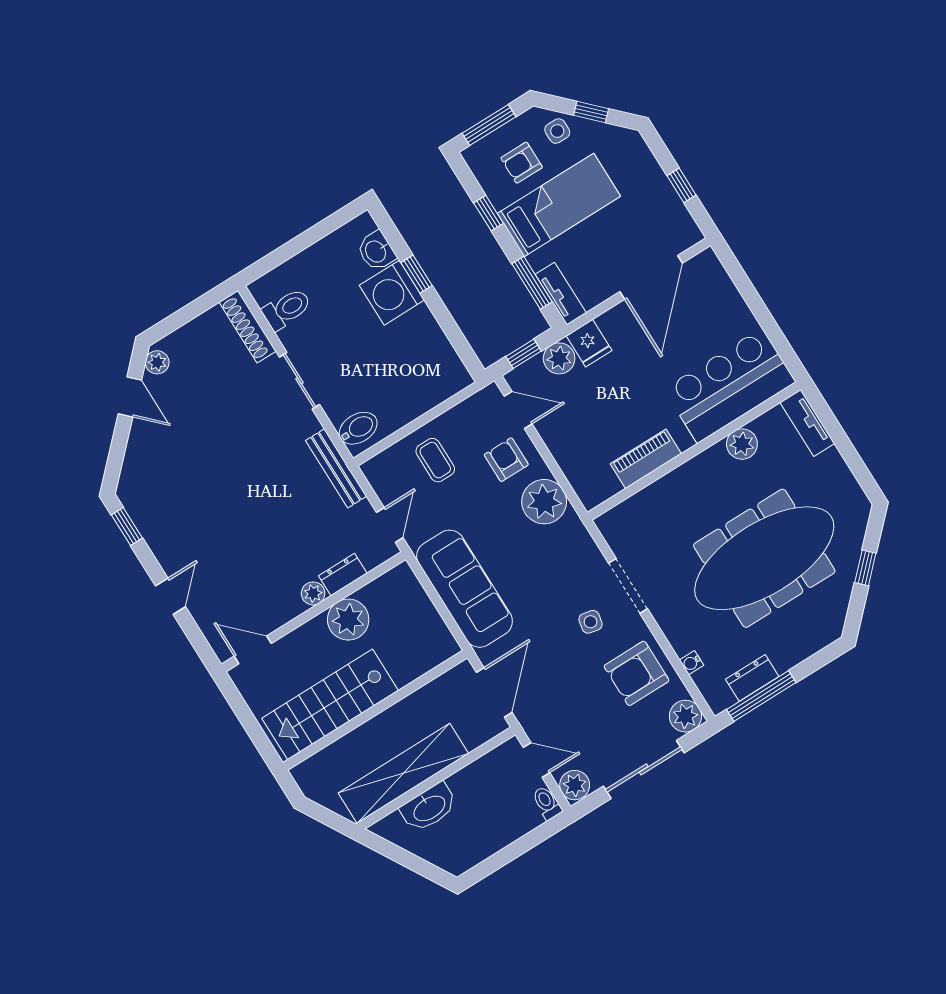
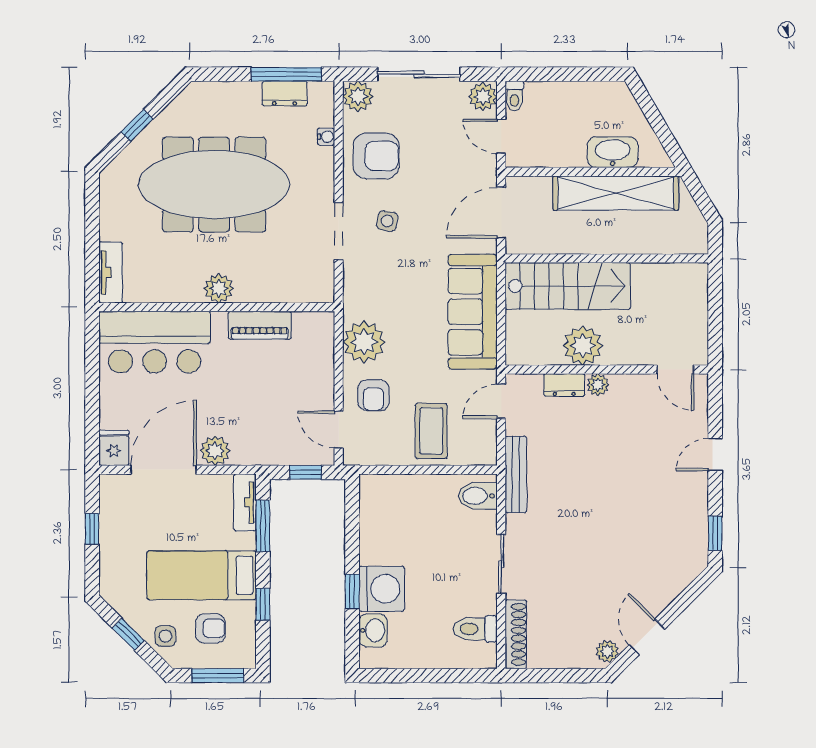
fridge: (589, 343) -> (114, 448), moved
plant: (559, 358) -> (215, 451), moved
plant: (742, 444) -> (219, 288), moved
coffee table: (435, 460) -> (431, 431), width x1.36, depth x1.30
stairs: (330, 704) -> (568, 286), moved

